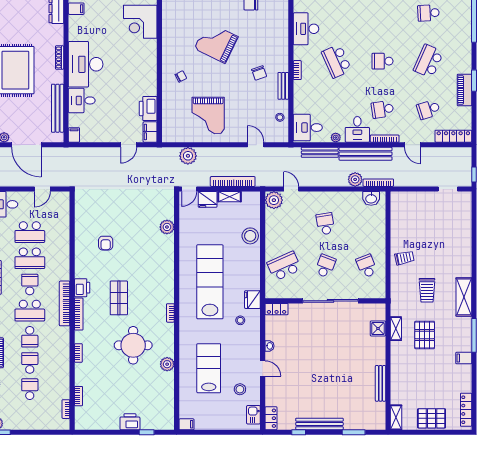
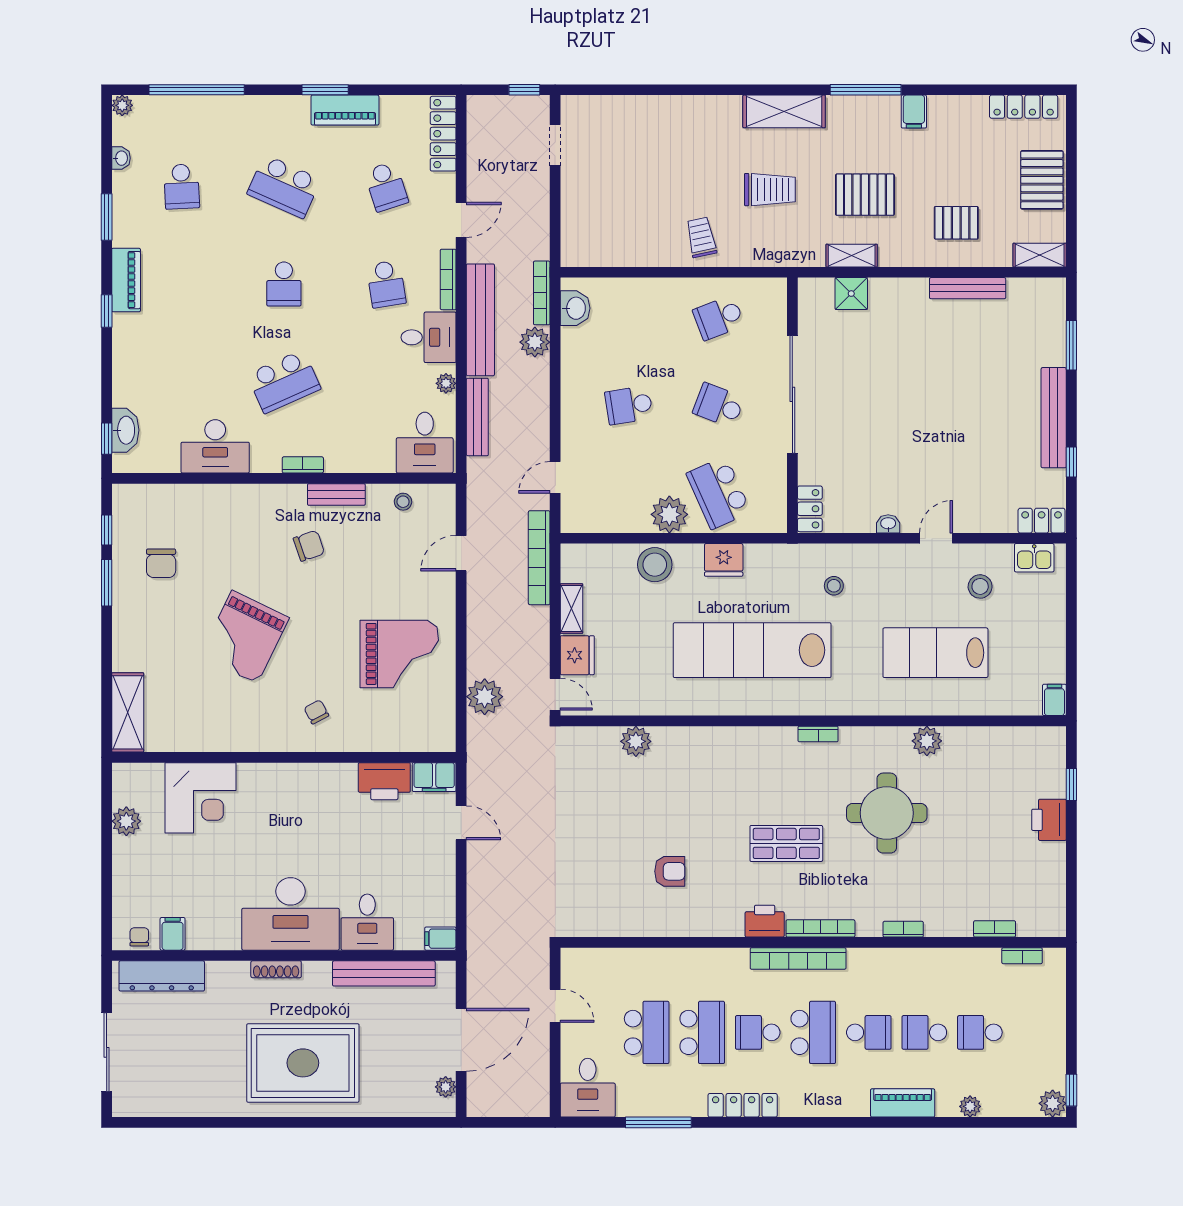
bookcase: (233, 181) -> (539, 558), moved
plant: (274, 200) -> (669, 514), moved
fridge: (252, 300) -> (724, 560), moved
pallet: (411, 378) -> (956, 223), added

